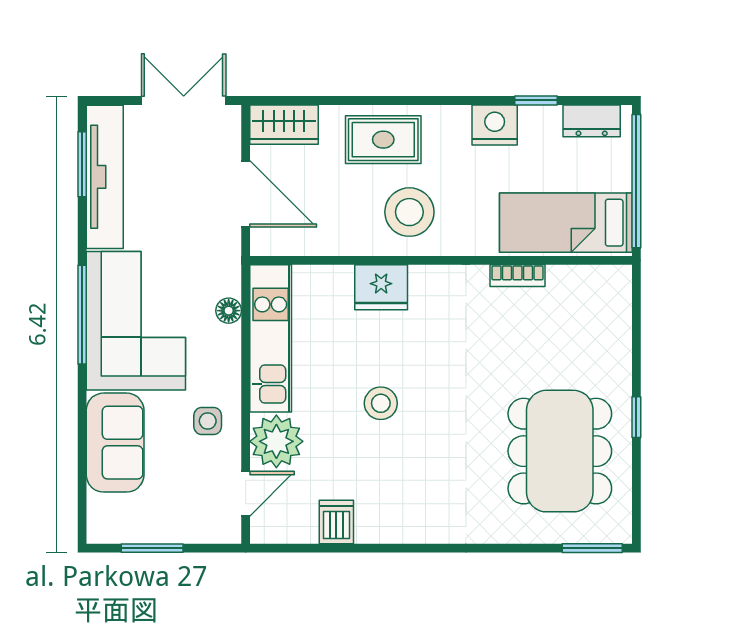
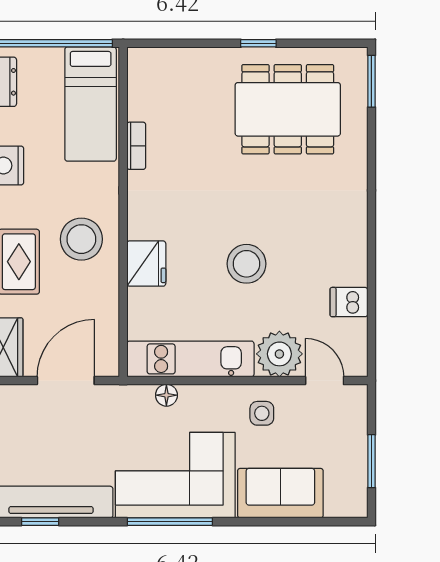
window: (82, 164) -> (40, 522), width x0.67
stool: (381, 403) -> (246, 264), width x1.38, depth x1.38

